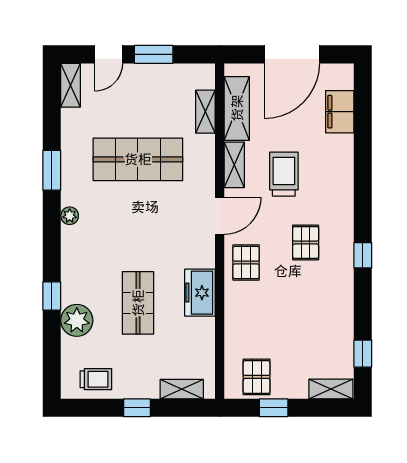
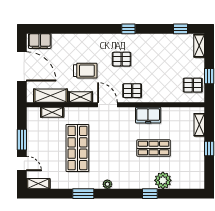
filing cabinet: (340, 112) -> (40, 41), moved
trolley: (284, 174) -> (85, 71), turned 180
trolley: (96, 379) -> (194, 170), removed

